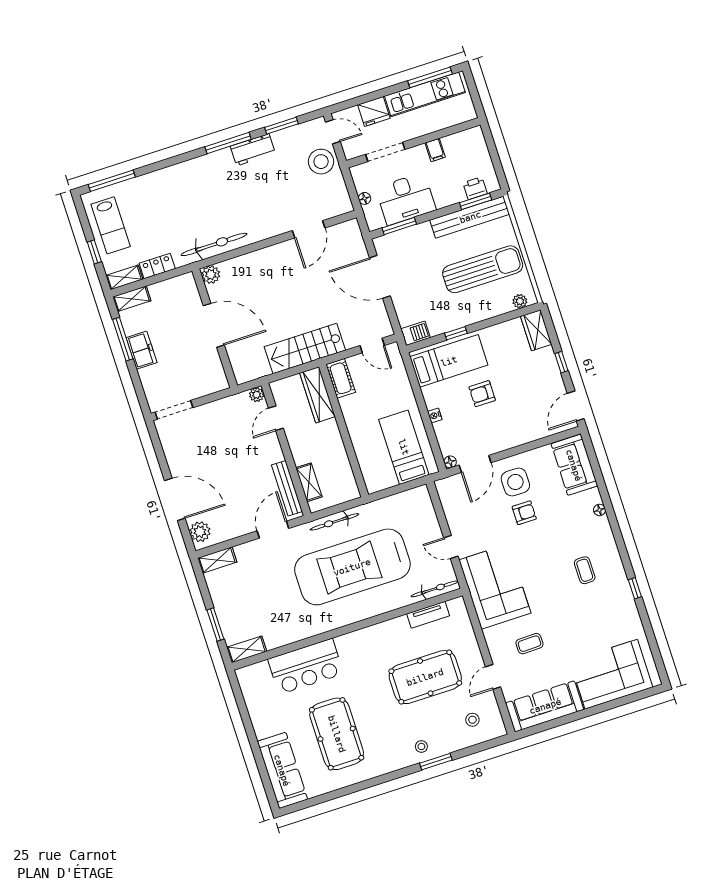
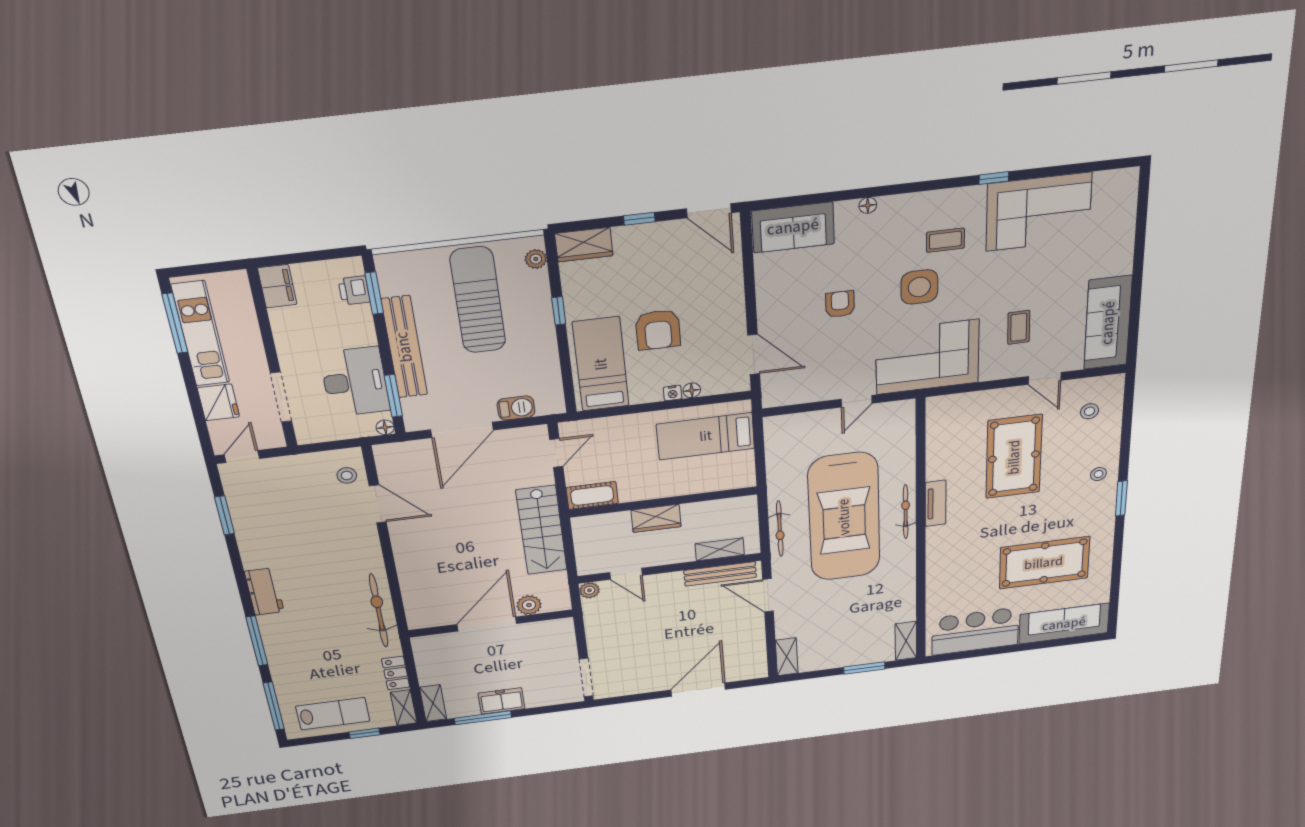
window: (228, 143) -> (257, 641), moved
workbench: (253, 150) -> (264, 592), moved
filing cabinet: (435, 150) -> (277, 286), moved, width x2.00
stool: (321, 162) -> (347, 475), moved, width x0.53, depth x0.53
floor lamp: (365, 198) -> (385, 427), moved
bench: (470, 217) -> (404, 347), moved
plant: (211, 275) -> (529, 605), moved
barbecue: (416, 333) -> (516, 408), moved, turned 90
window: (456, 333) -> (559, 311), moved
armchair: (482, 394) -> (658, 330), width x1.38, depth x1.38
wardrobe: (318, 395) -> (656, 518), moved, width x0.67
floor lamp: (450, 462) -> (692, 390), moved
side table: (515, 482) -> (919, 287), moved
plant: (200, 532) -> (746, 670), removed
bicycle: (435, 589) -> (906, 512), moved
tv unit: (428, 615) -> (936, 503), moved
bar counter: (306, 666) -> (975, 631), moved, turned -90
corner sofa: (611, 674) -> (1039, 212), moved, turned -90
window: (436, 762) -> (1121, 498), moved

